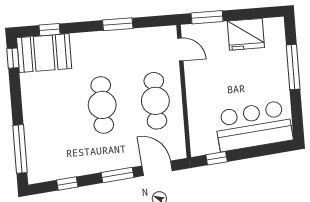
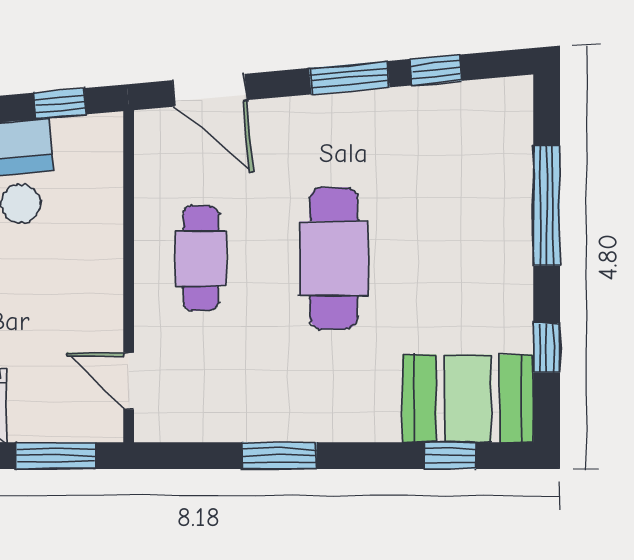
window: (13, 58) -> (547, 348), moved
cafe table: (155, 101) -> (201, 258), width x0.73, depth x0.74
window: (20, 149) -> (547, 205), moved
window: (117, 175) -> (349, 78), moved

